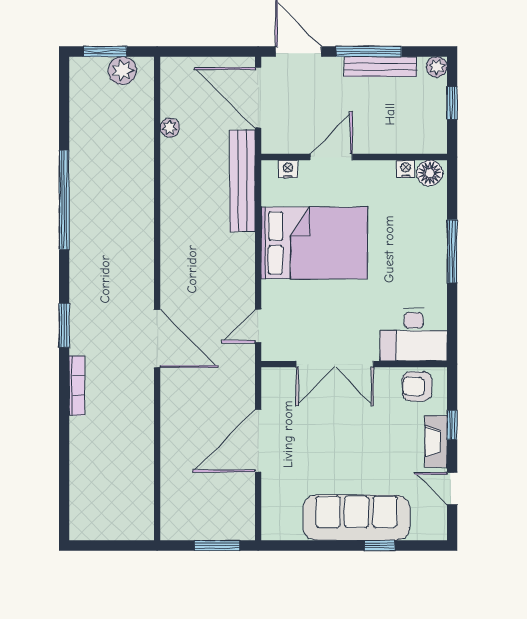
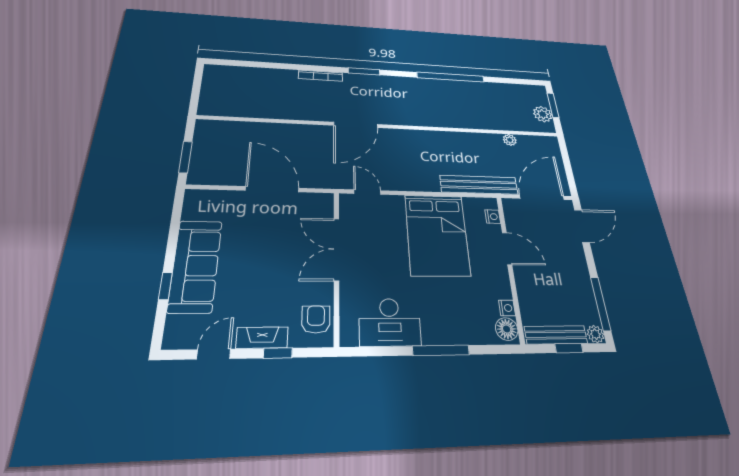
window: (369, 51) -> (601, 304), moved
bench: (381, 67) -> (556, 335), moved, turned 90
desk: (414, 335) -> (390, 322), moved, turned -90

